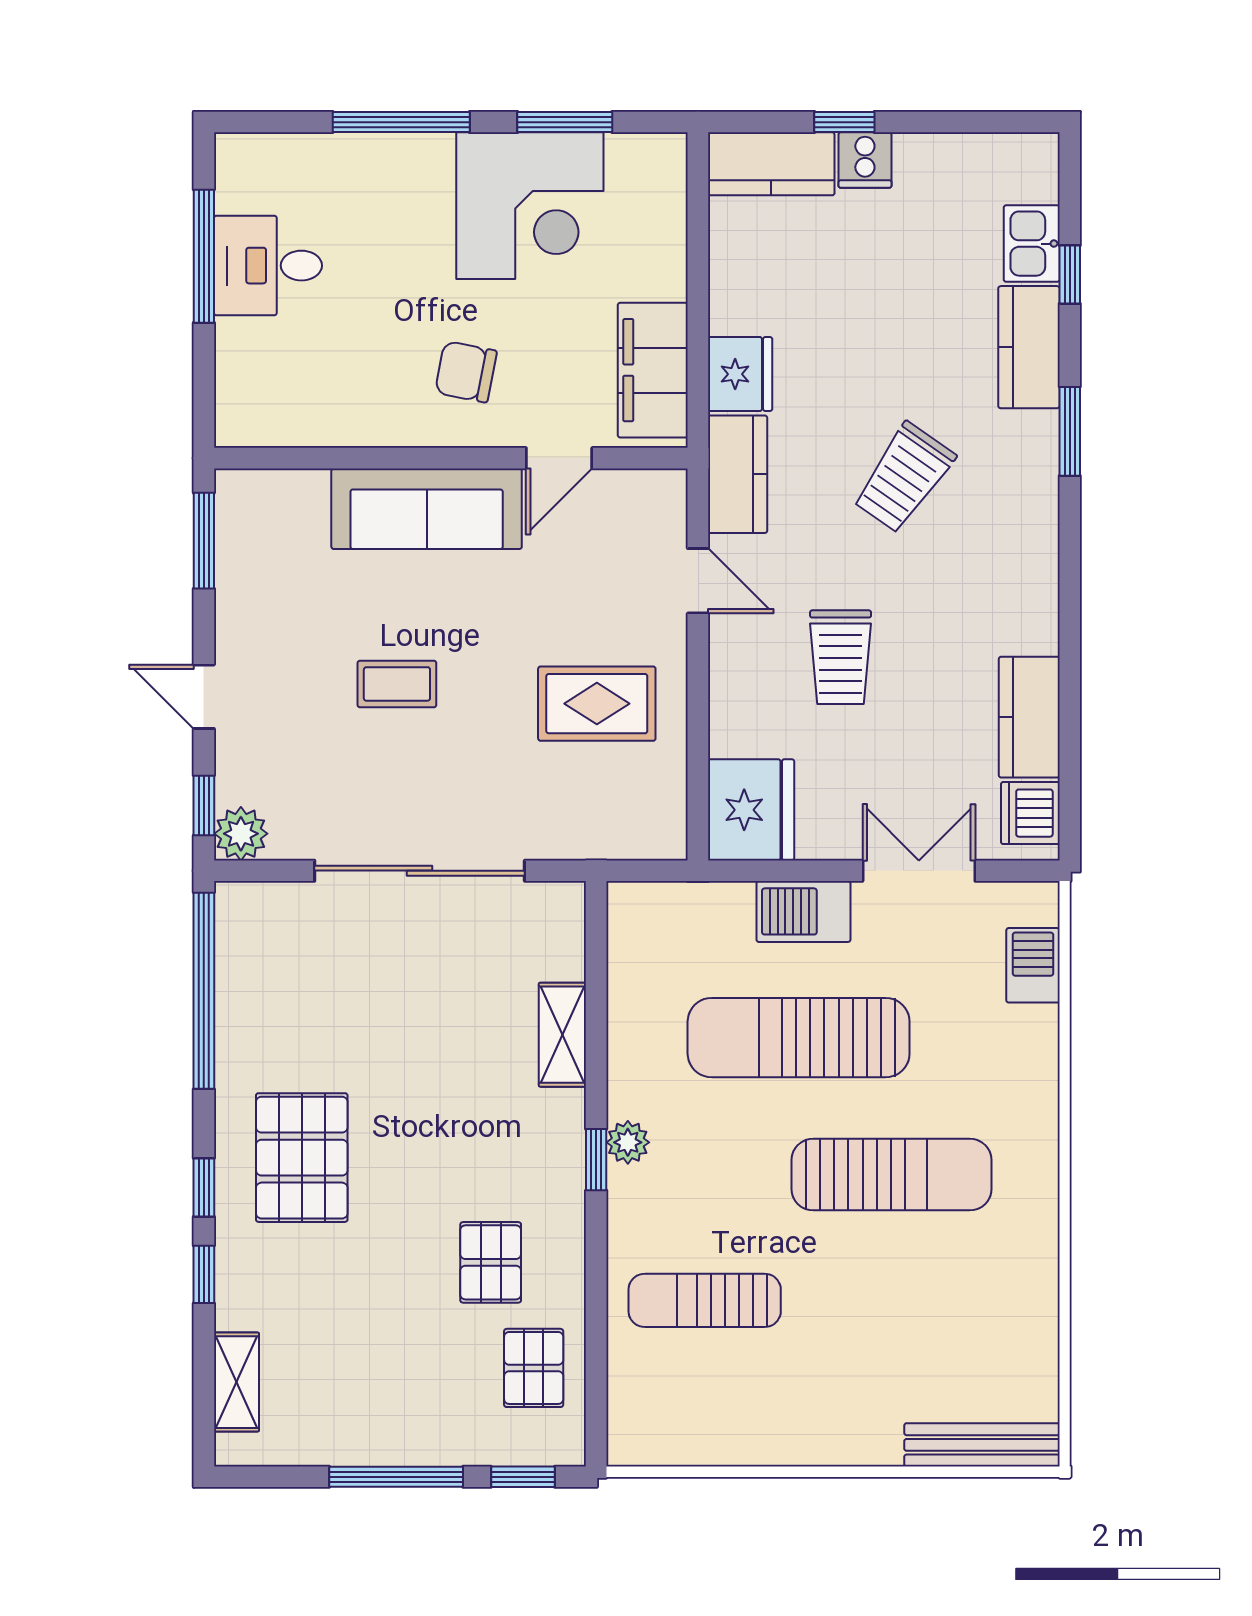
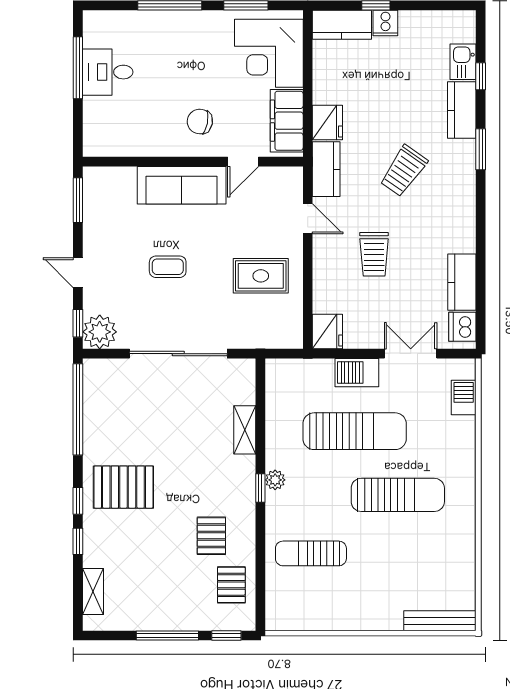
corner desk: (530, 206) -> (269, 53), moved, turned 90
fridge: (751, 810) -> (327, 331), width x0.73, depth x0.75
plant: (241, 834) -> (100, 332), width x1.36, depth x1.36
sun lounger: (799, 1038) -> (355, 431), turned 180
pallet: (302, 1158) -> (123, 487), turned 90

